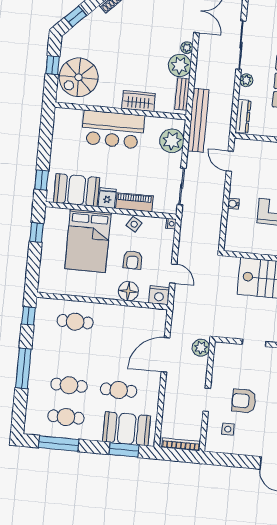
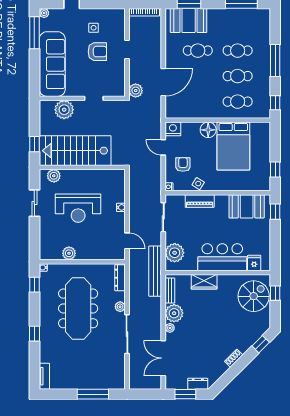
window: (53, 65) -> (275, 293), moved
fridge: (107, 198) -> (254, 263), moved, turned 180
bed: (88, 241) -> (233, 146), moved, turned 180
armchair: (133, 260) -> (183, 164), moved
floor lamp: (128, 291) -> (208, 130), moved
cafe table: (66, 417) -> (238, 76), moved
side table: (228, 429) -> (94, 28), moved

